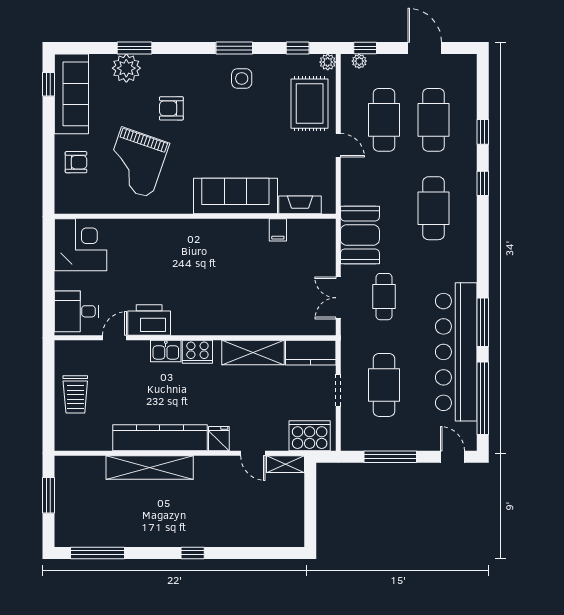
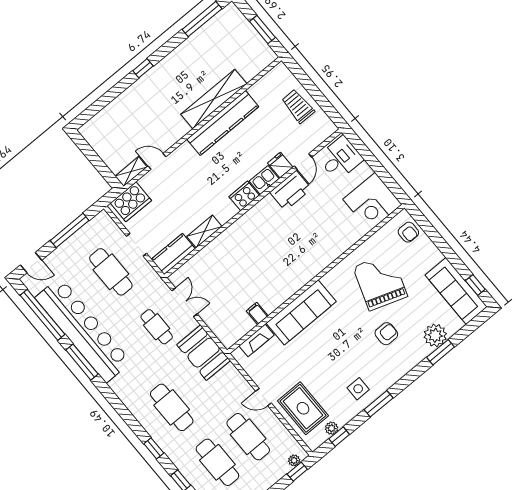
plant: (328, 62) -> (332, 428), moved
armchair: (76, 162) -> (408, 232), moved, turned -90
shelving: (253, 352) -> (204, 231), width x0.67, depth x0.75
fridge: (219, 439) -> (280, 165), moved, turned 180

